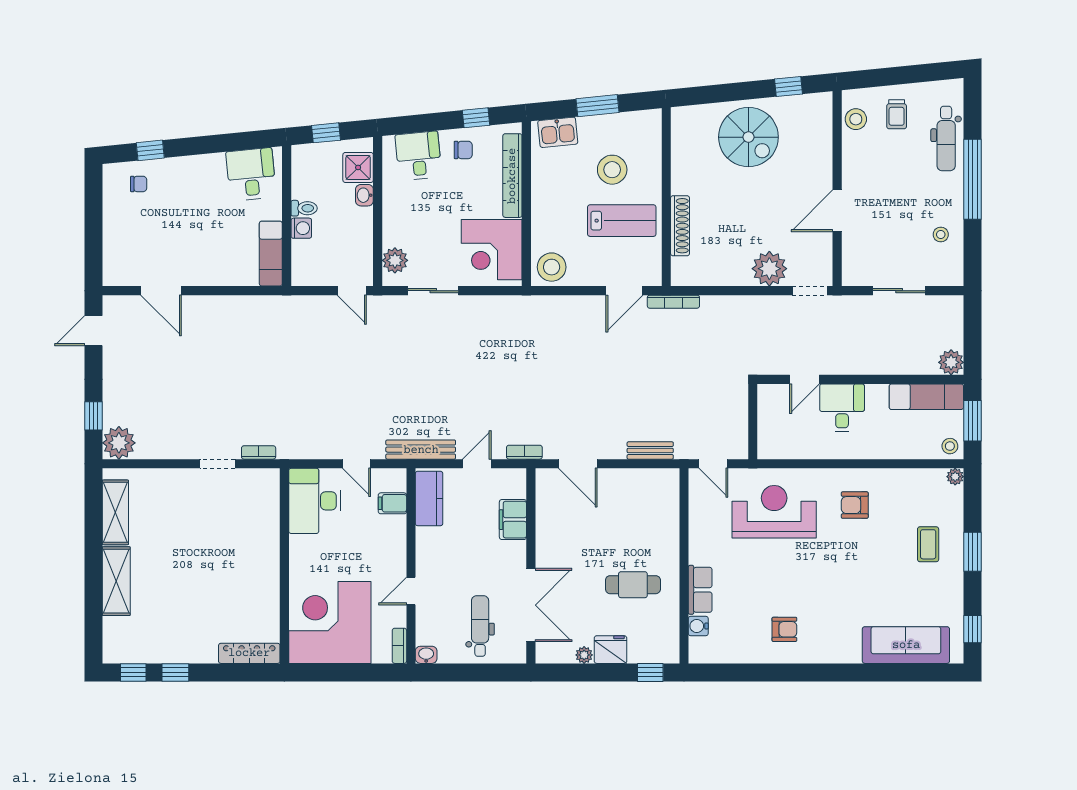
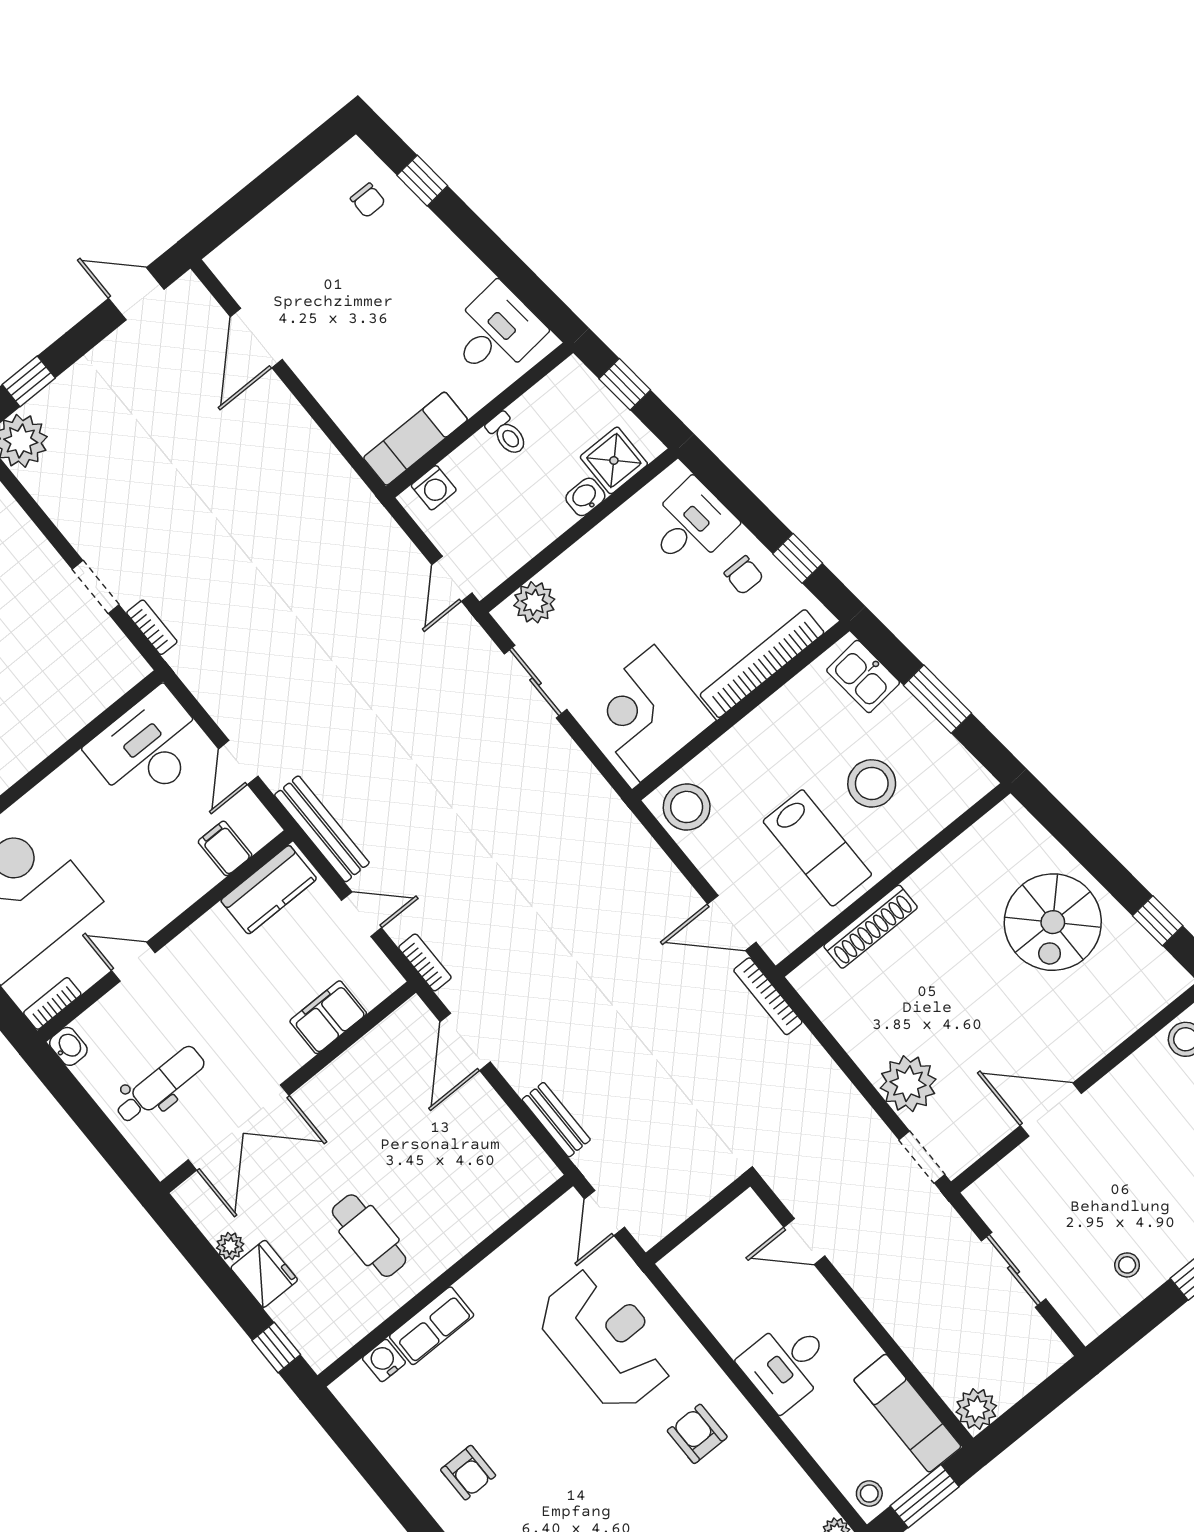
washing machine: (301, 228) -> (434, 488), moved
desk: (842, 408) -> (787, 1364), moved, turned 180

